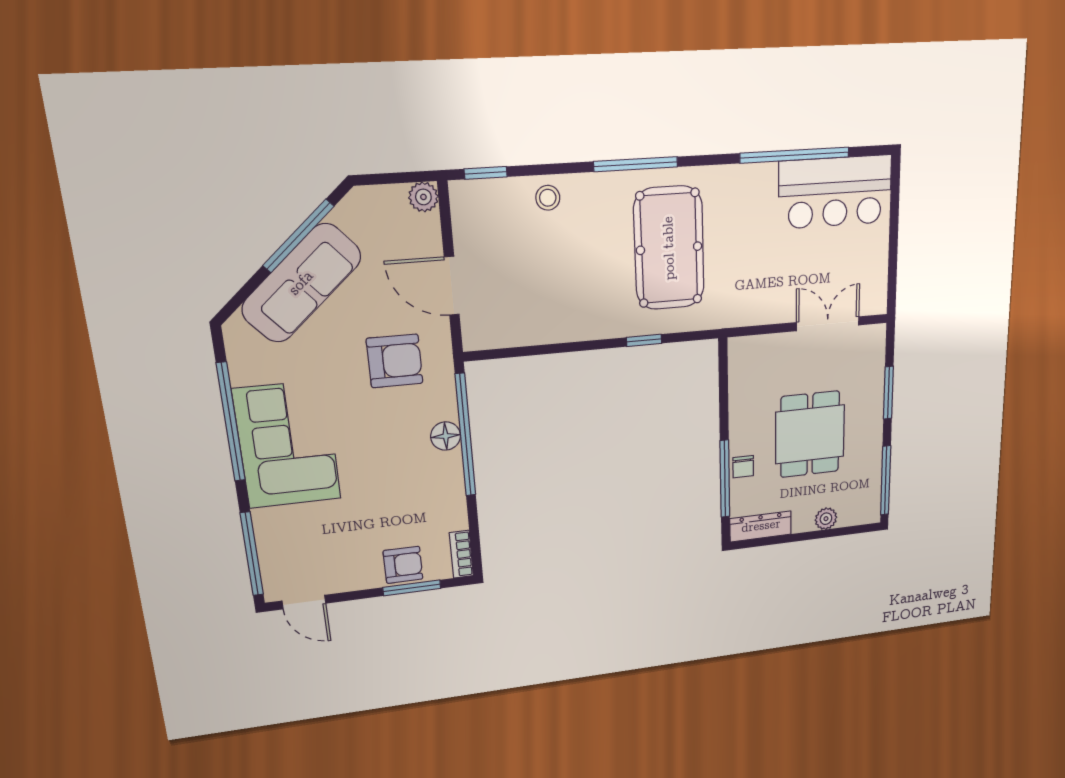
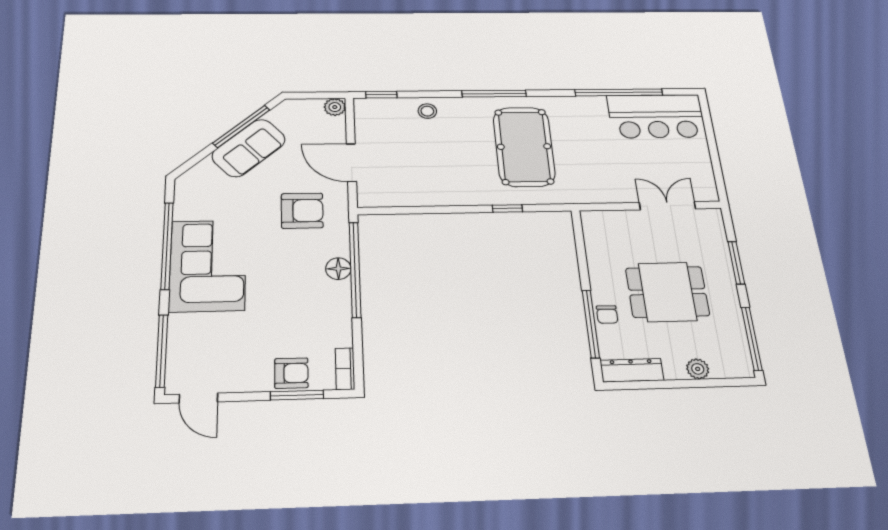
sofa: (301, 283) -> (249, 148), width x0.73
dining table: (810, 434) -> (667, 292), turned 90

